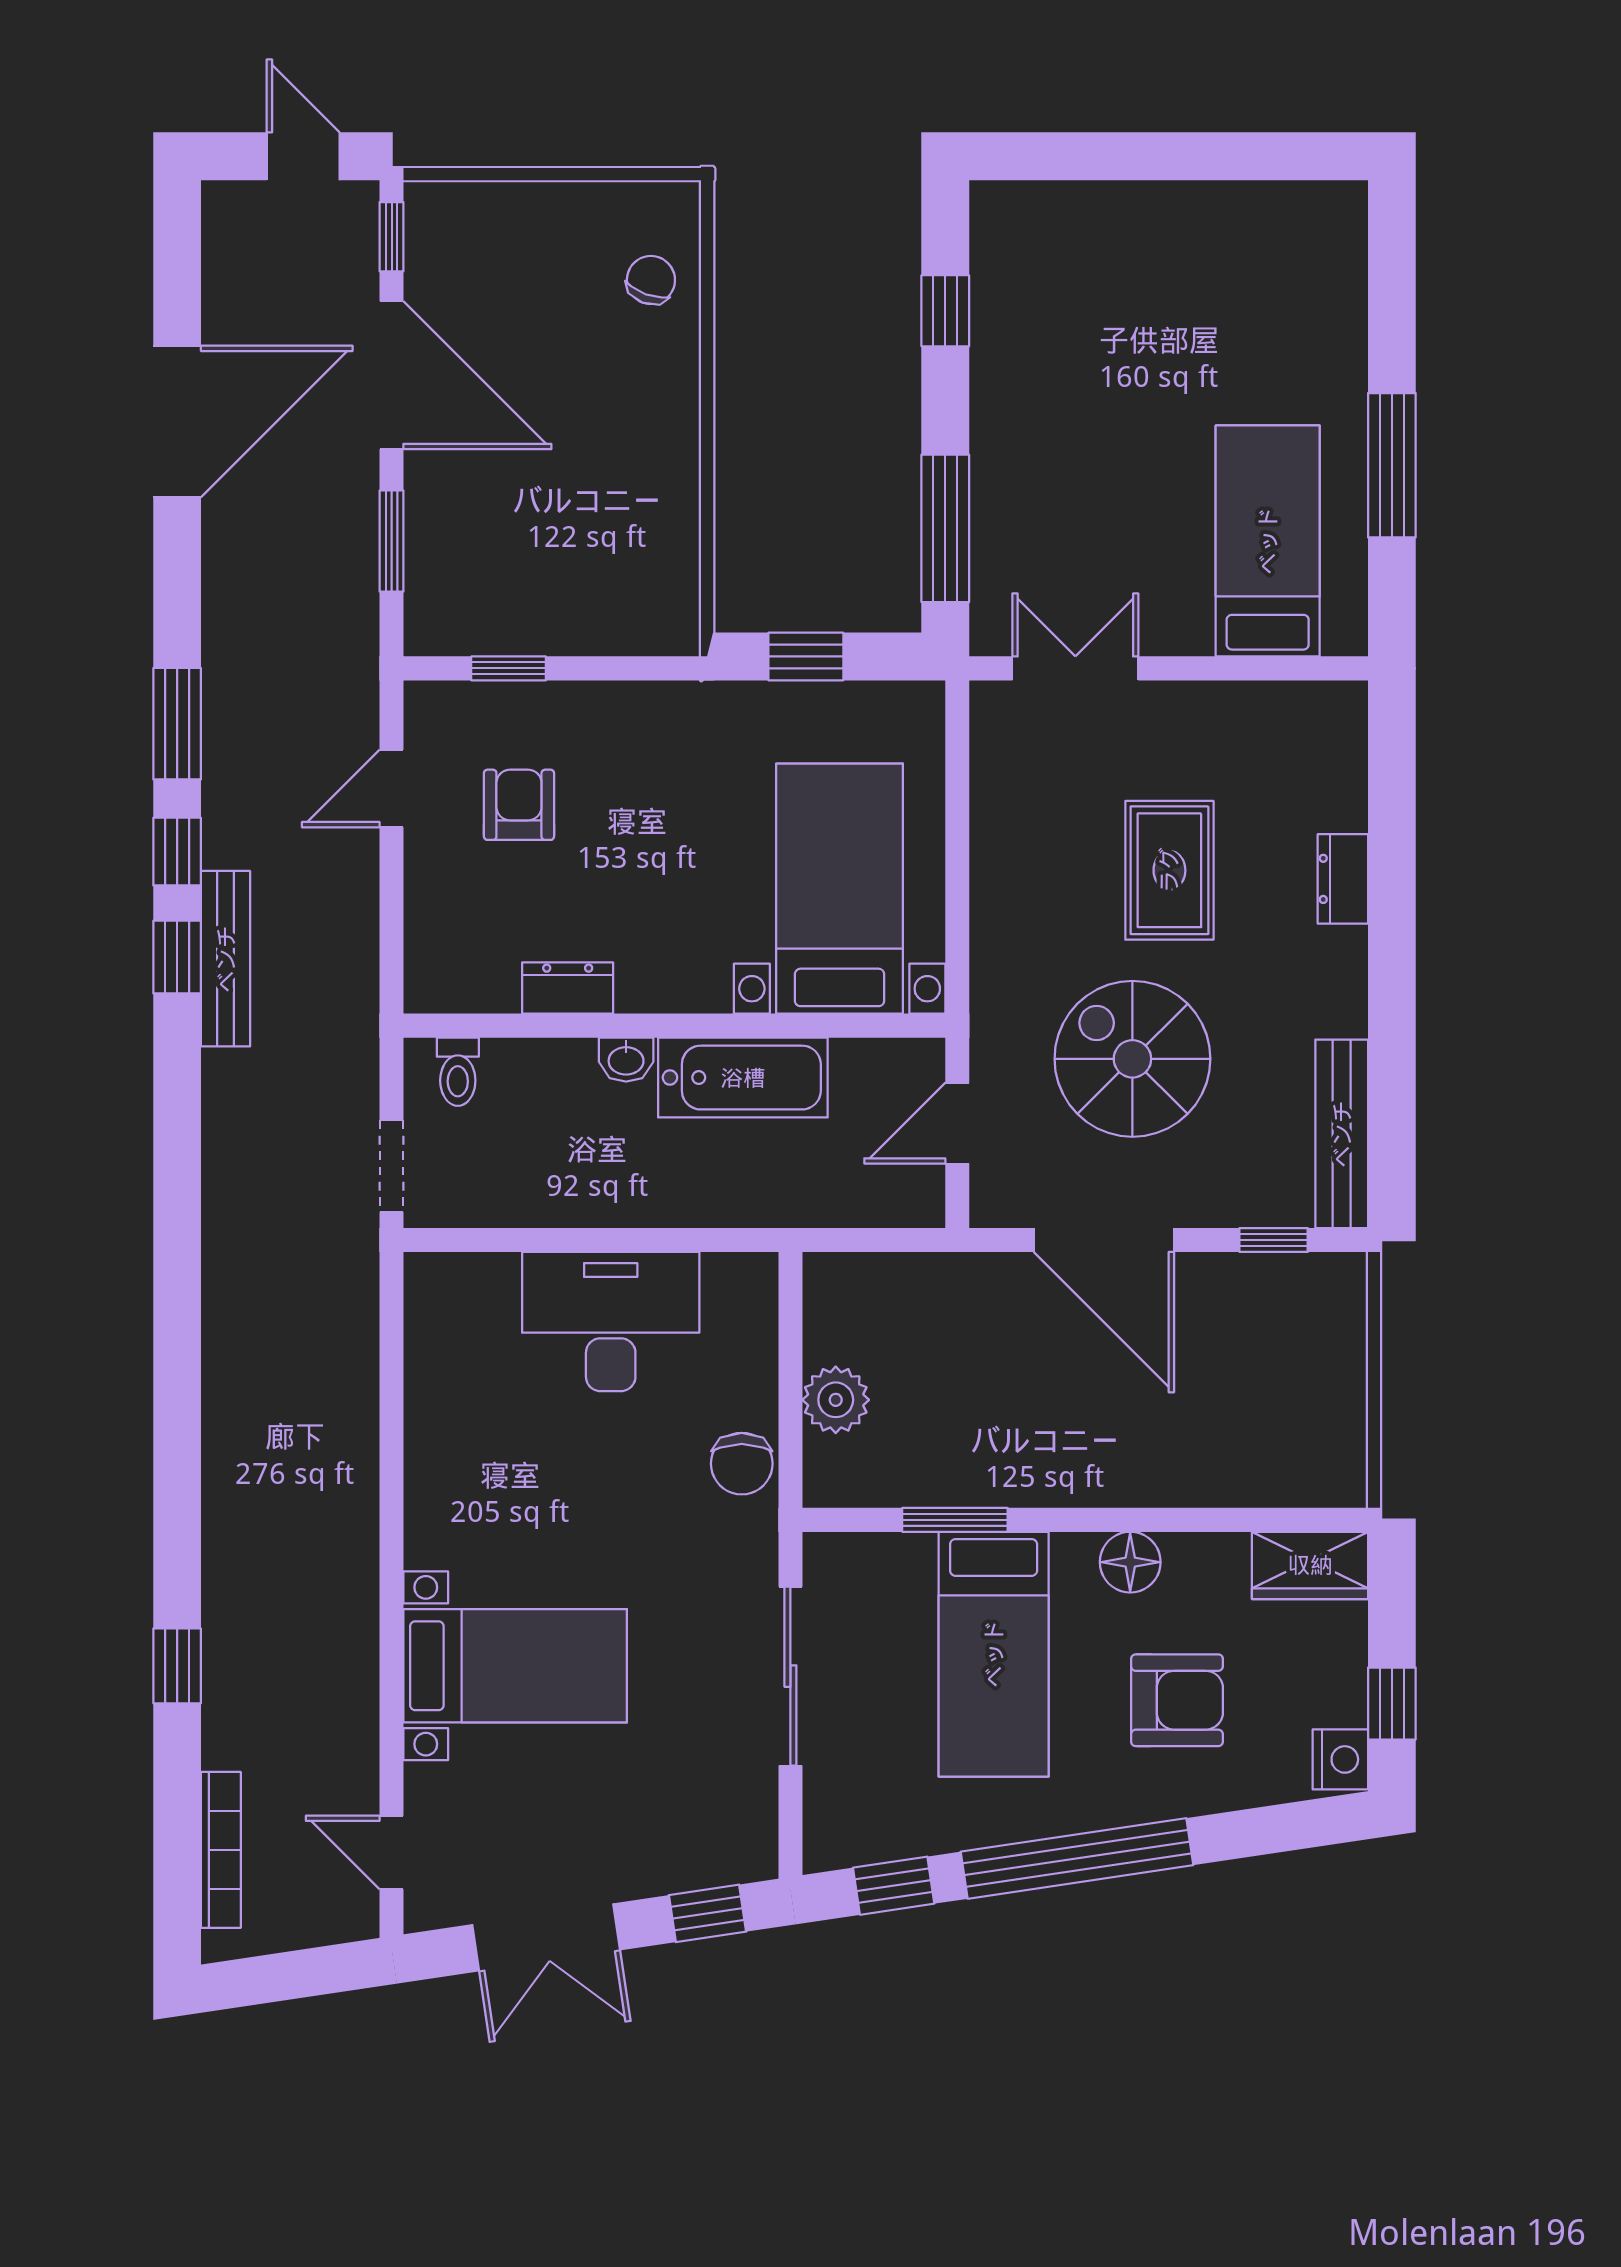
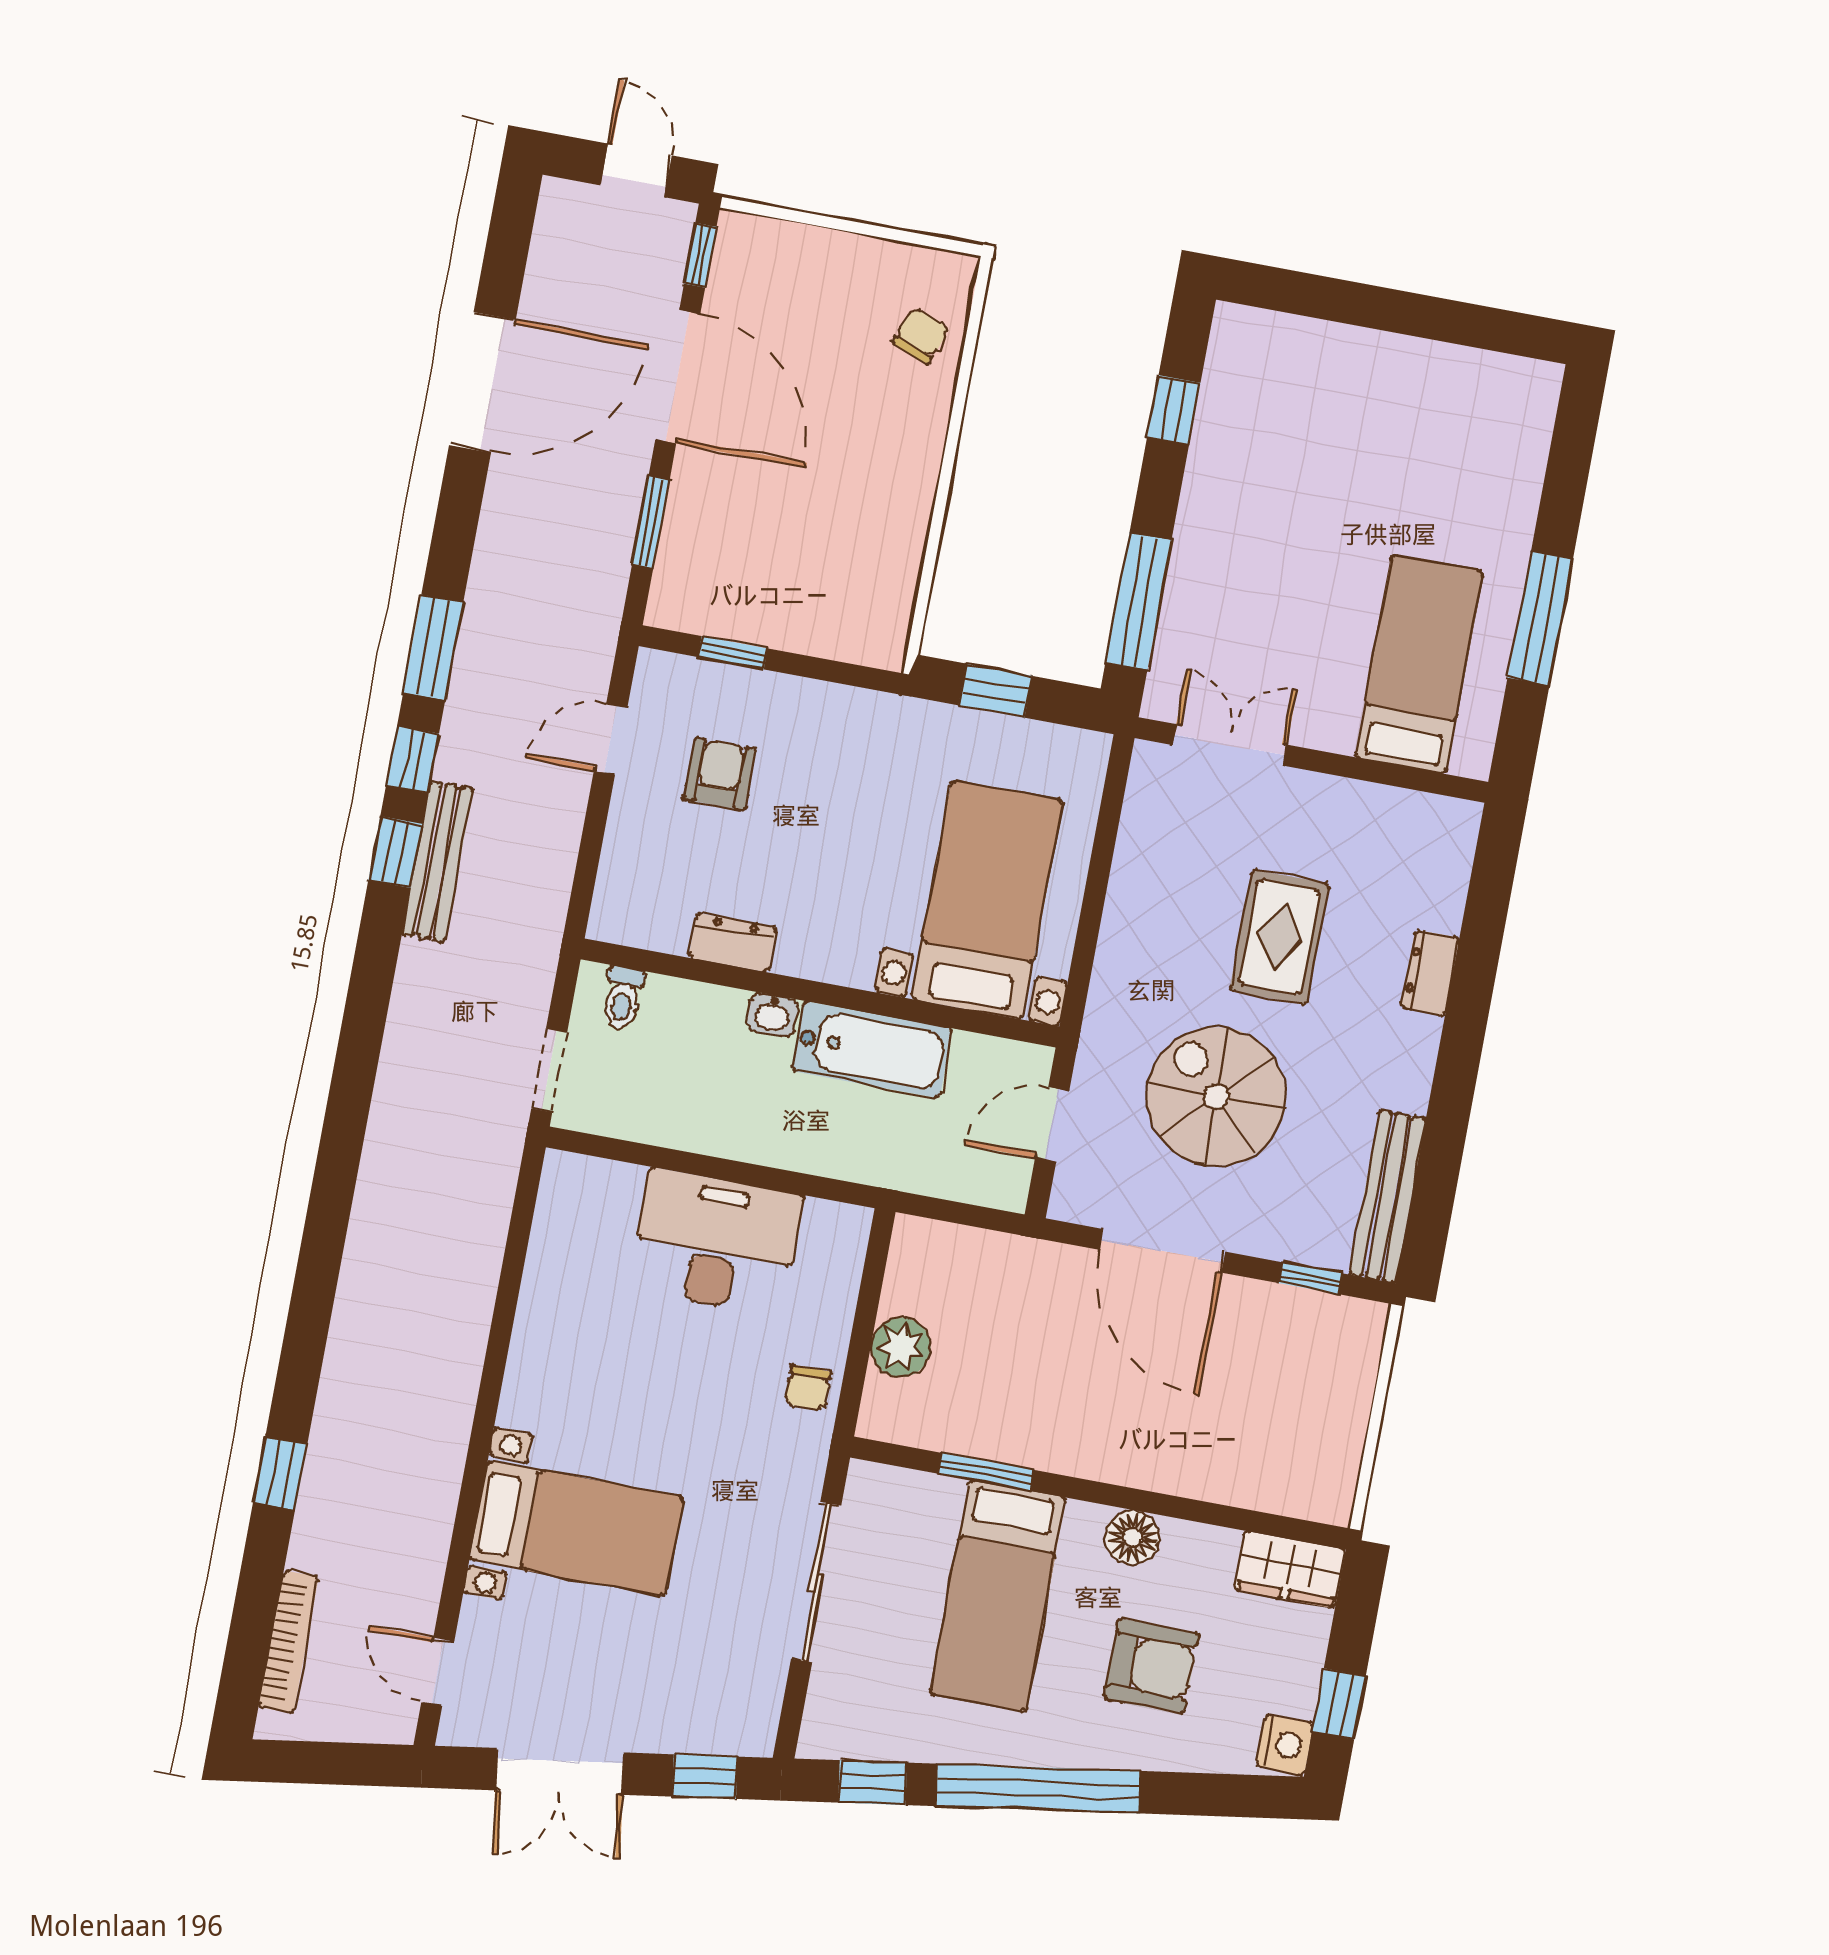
chair: (742, 1464) -> (808, 1388), width x0.73, depth x0.73

